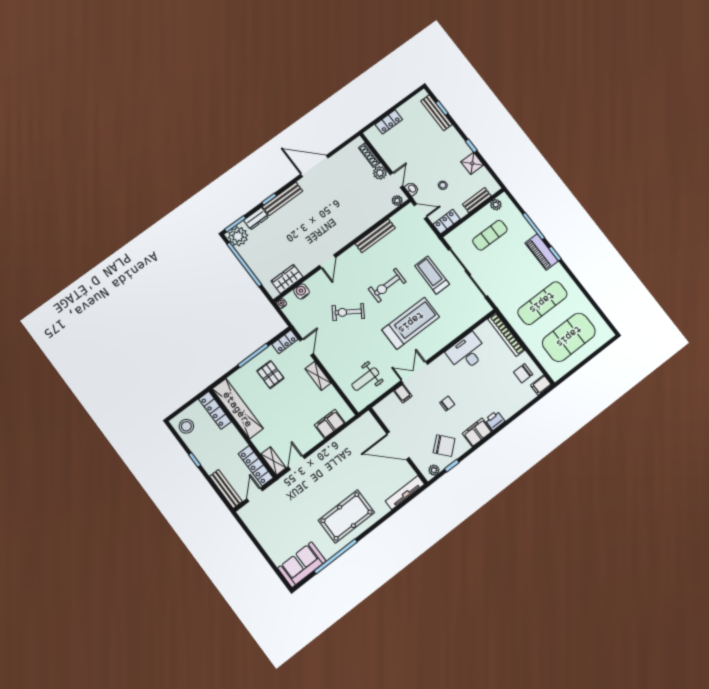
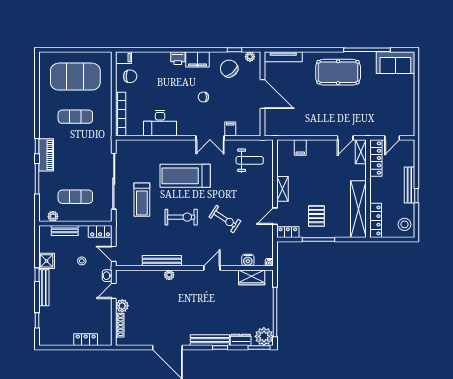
bench: (437, 113) -> (44, 288), moved
plant: (397, 201) -> (169, 275), moved
exercise mat: (542, 303) -> (75, 117), width x0.73, depth x0.69
filing cabinet: (330, 424) -> (300, 148), width x0.50
bench: (226, 489) -> (409, 185), moved

